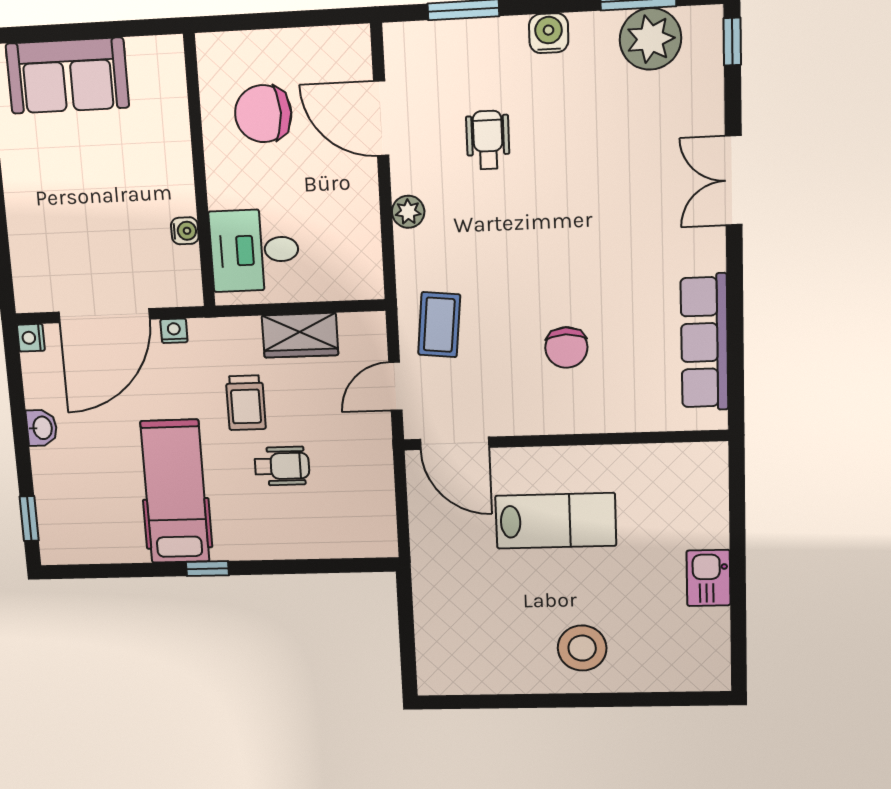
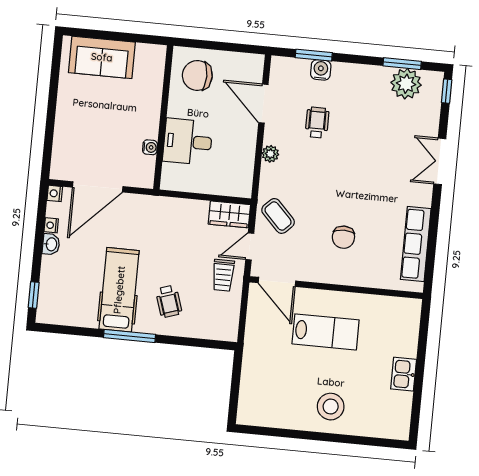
water cooler: (549, 33) -> (321, 70), moved
chair: (263, 114) -> (197, 75), moved
desk: (255, 250) -> (188, 142), moved
coffee table: (439, 325) -> (278, 216), turned -50
nightstand: (174, 331) -> (51, 225), moved, turned -90
wardrobe: (300, 335) -> (229, 214), moved
trolley: (246, 403) -> (223, 275), moved
wheelchair: (282, 466) -> (169, 301), moved, turned 72
window: (207, 569) -> (130, 336), width x2.17

